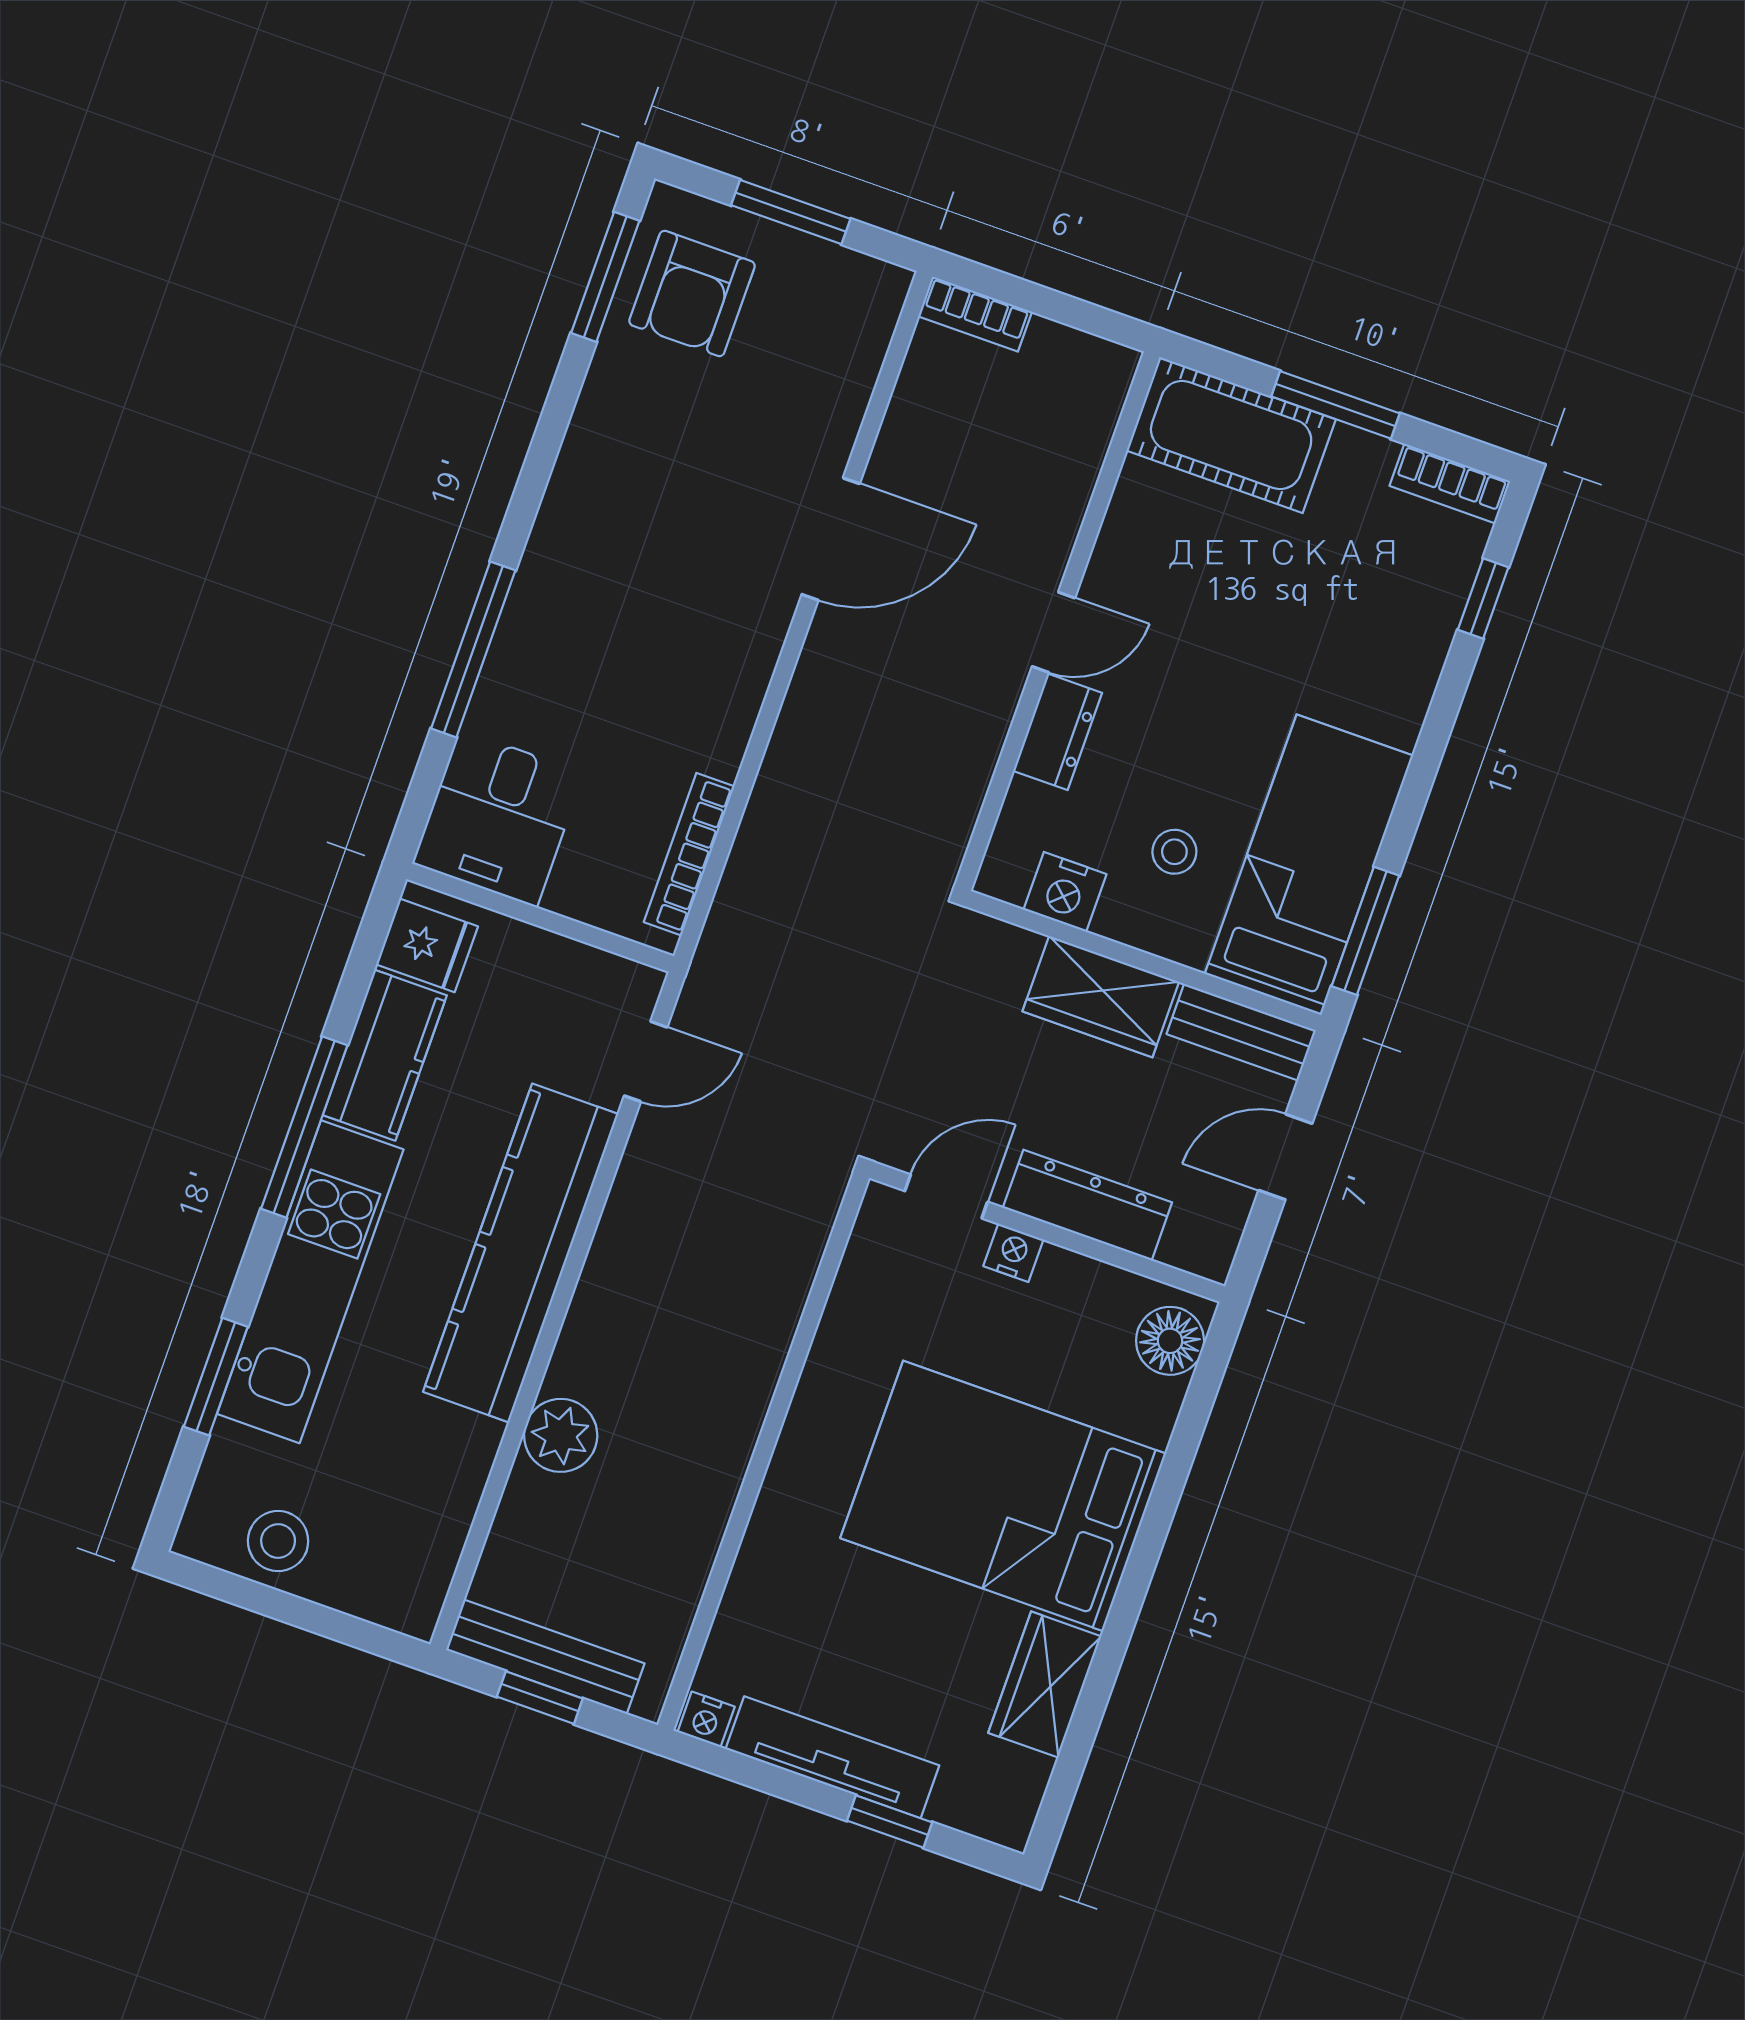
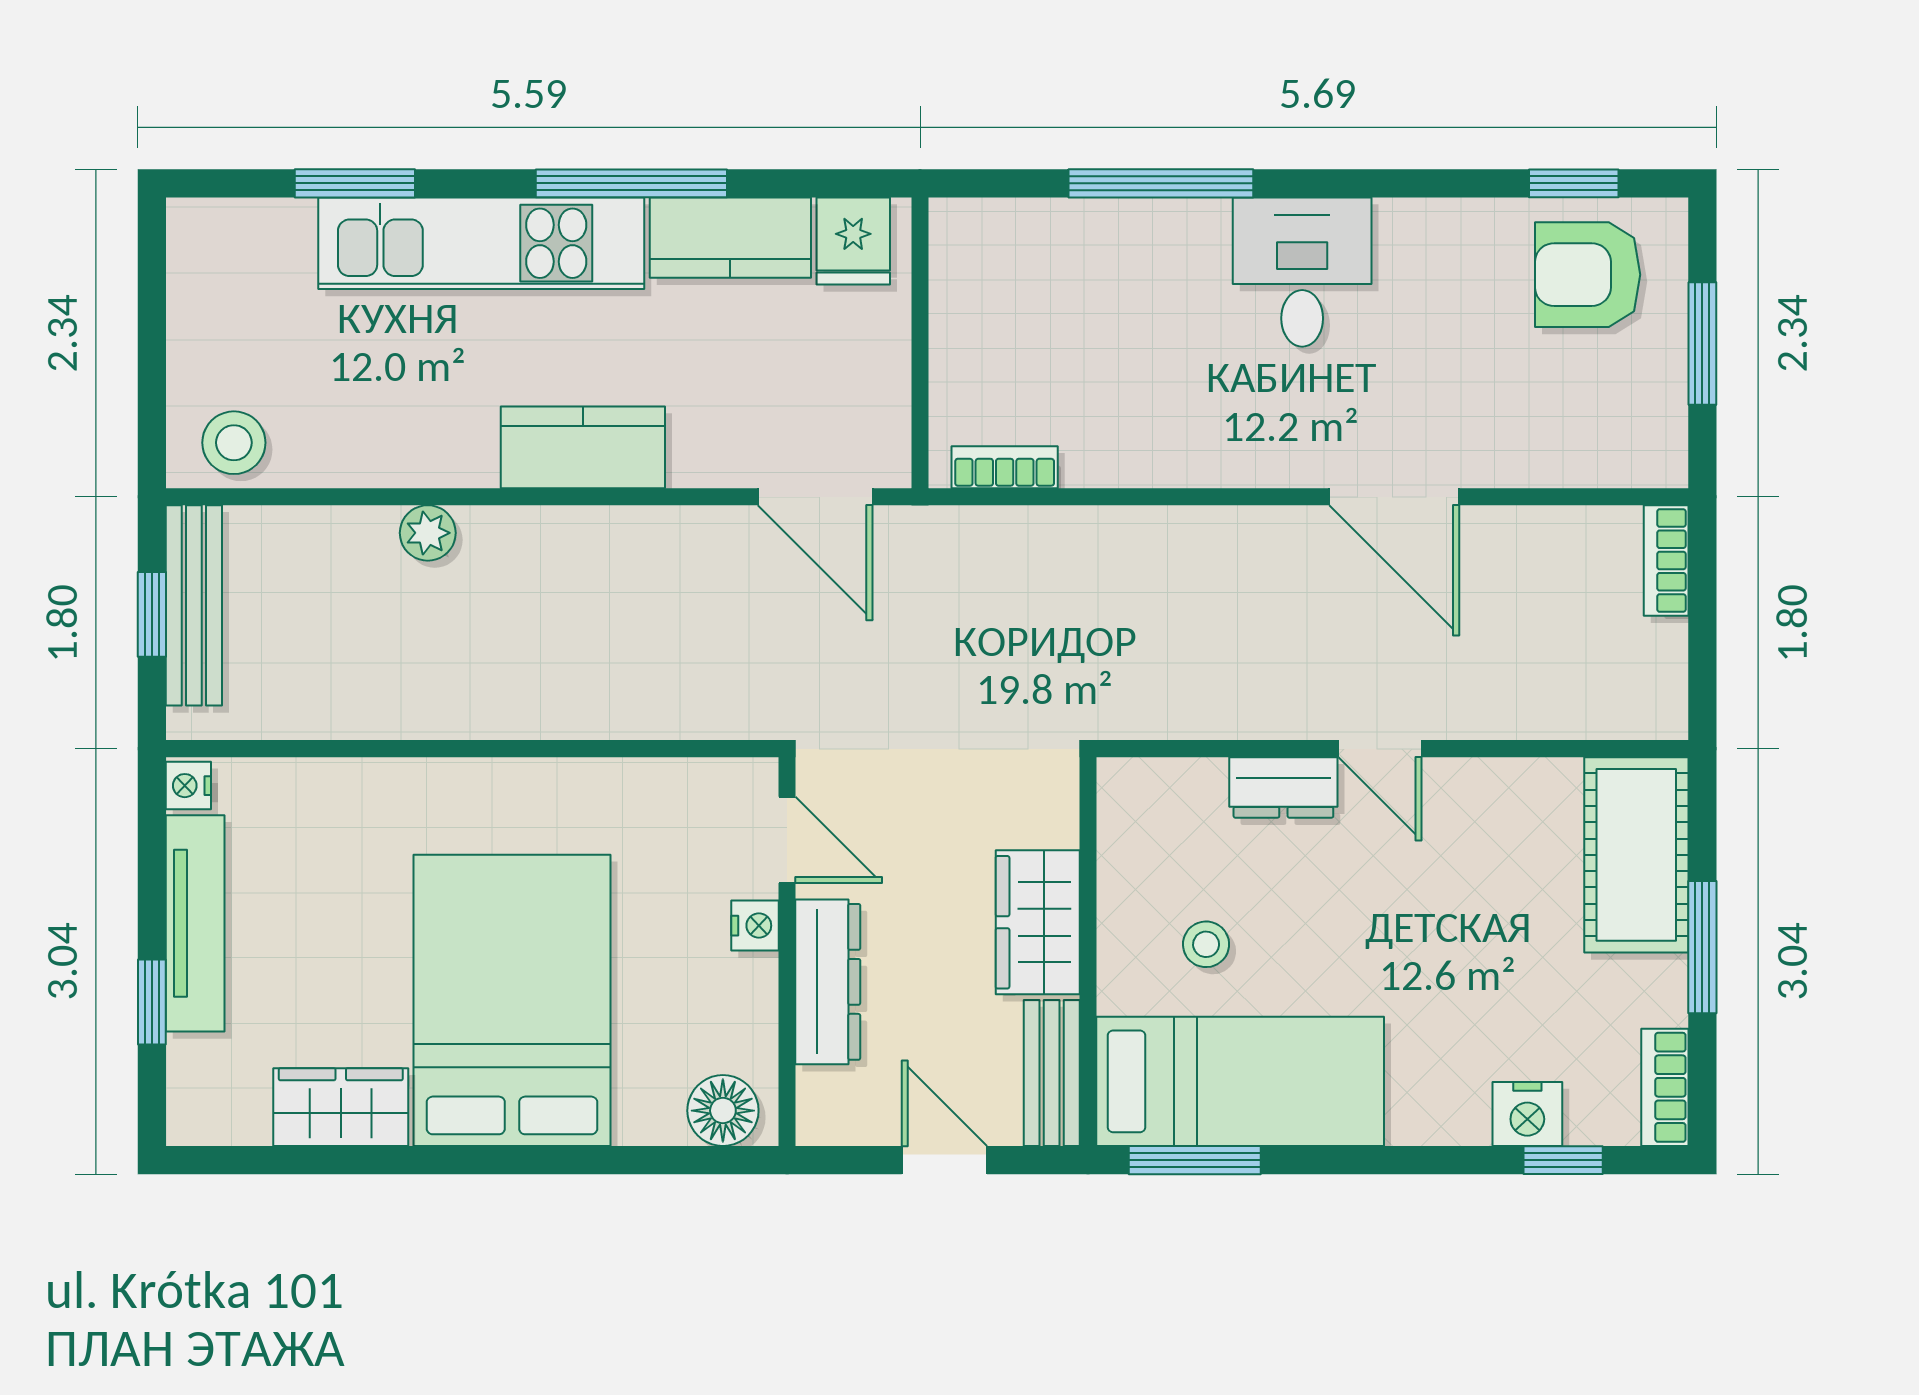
window: (605, 277) -> (1574, 183), width x0.67
desk: (498, 818) -> (1302, 272), moved, turned 90
bookcase: (689, 854) -> (1005, 467), width x0.64
nightstand: (1065, 892) -> (1527, 1114), moved, turned -90
door: (646, 1062) -> (815, 497), width x1.38
kitchen counter: (521, 1253) -> (583, 447), width x0.48, depth x0.86
plant: (561, 1435) -> (428, 533), width x0.73, depth x0.73
stool: (278, 1541) -> (234, 443), moved

